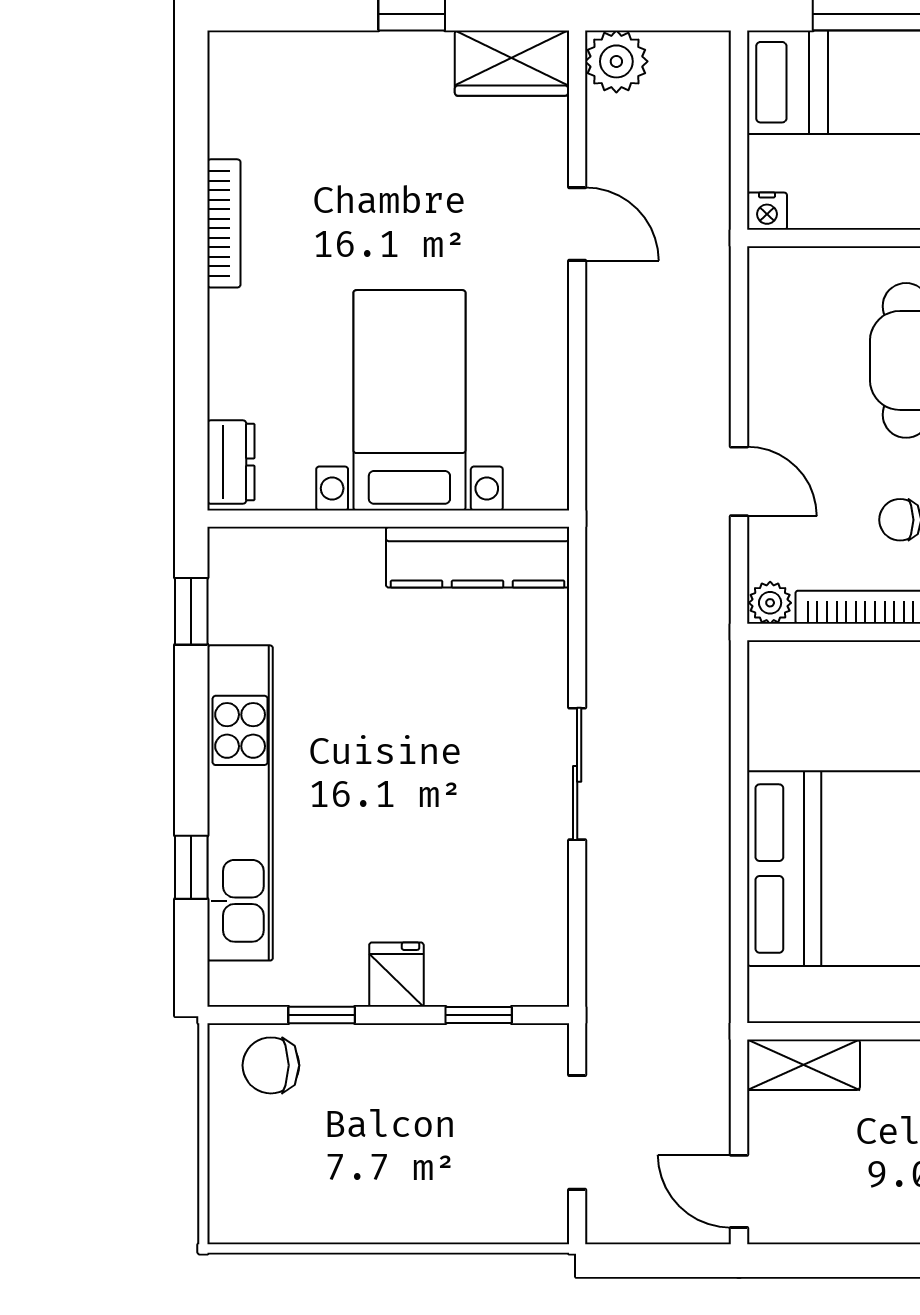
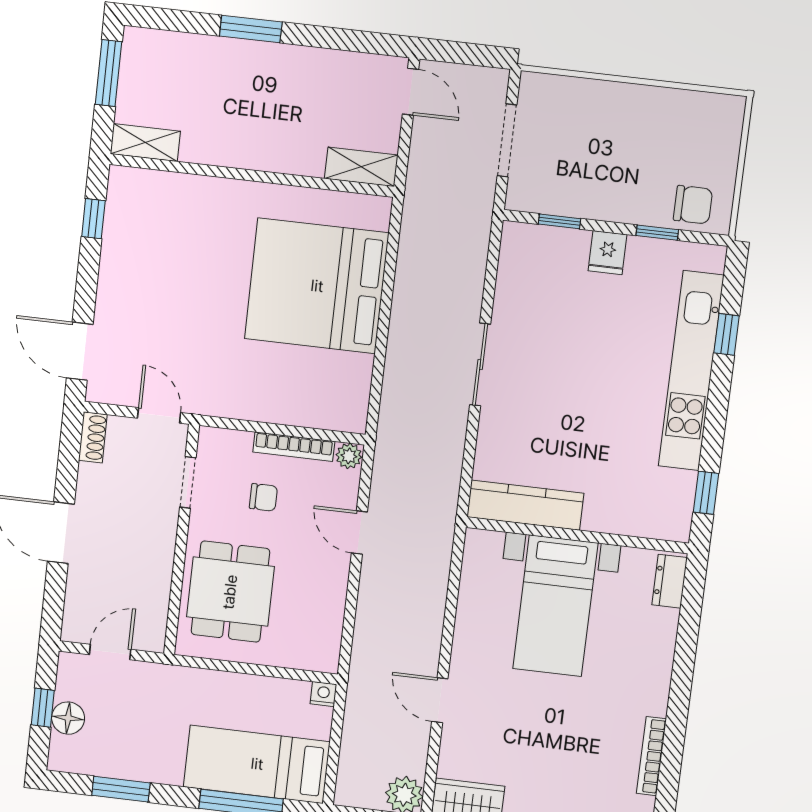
bookcase: (224, 223) -> (651, 756), moved

